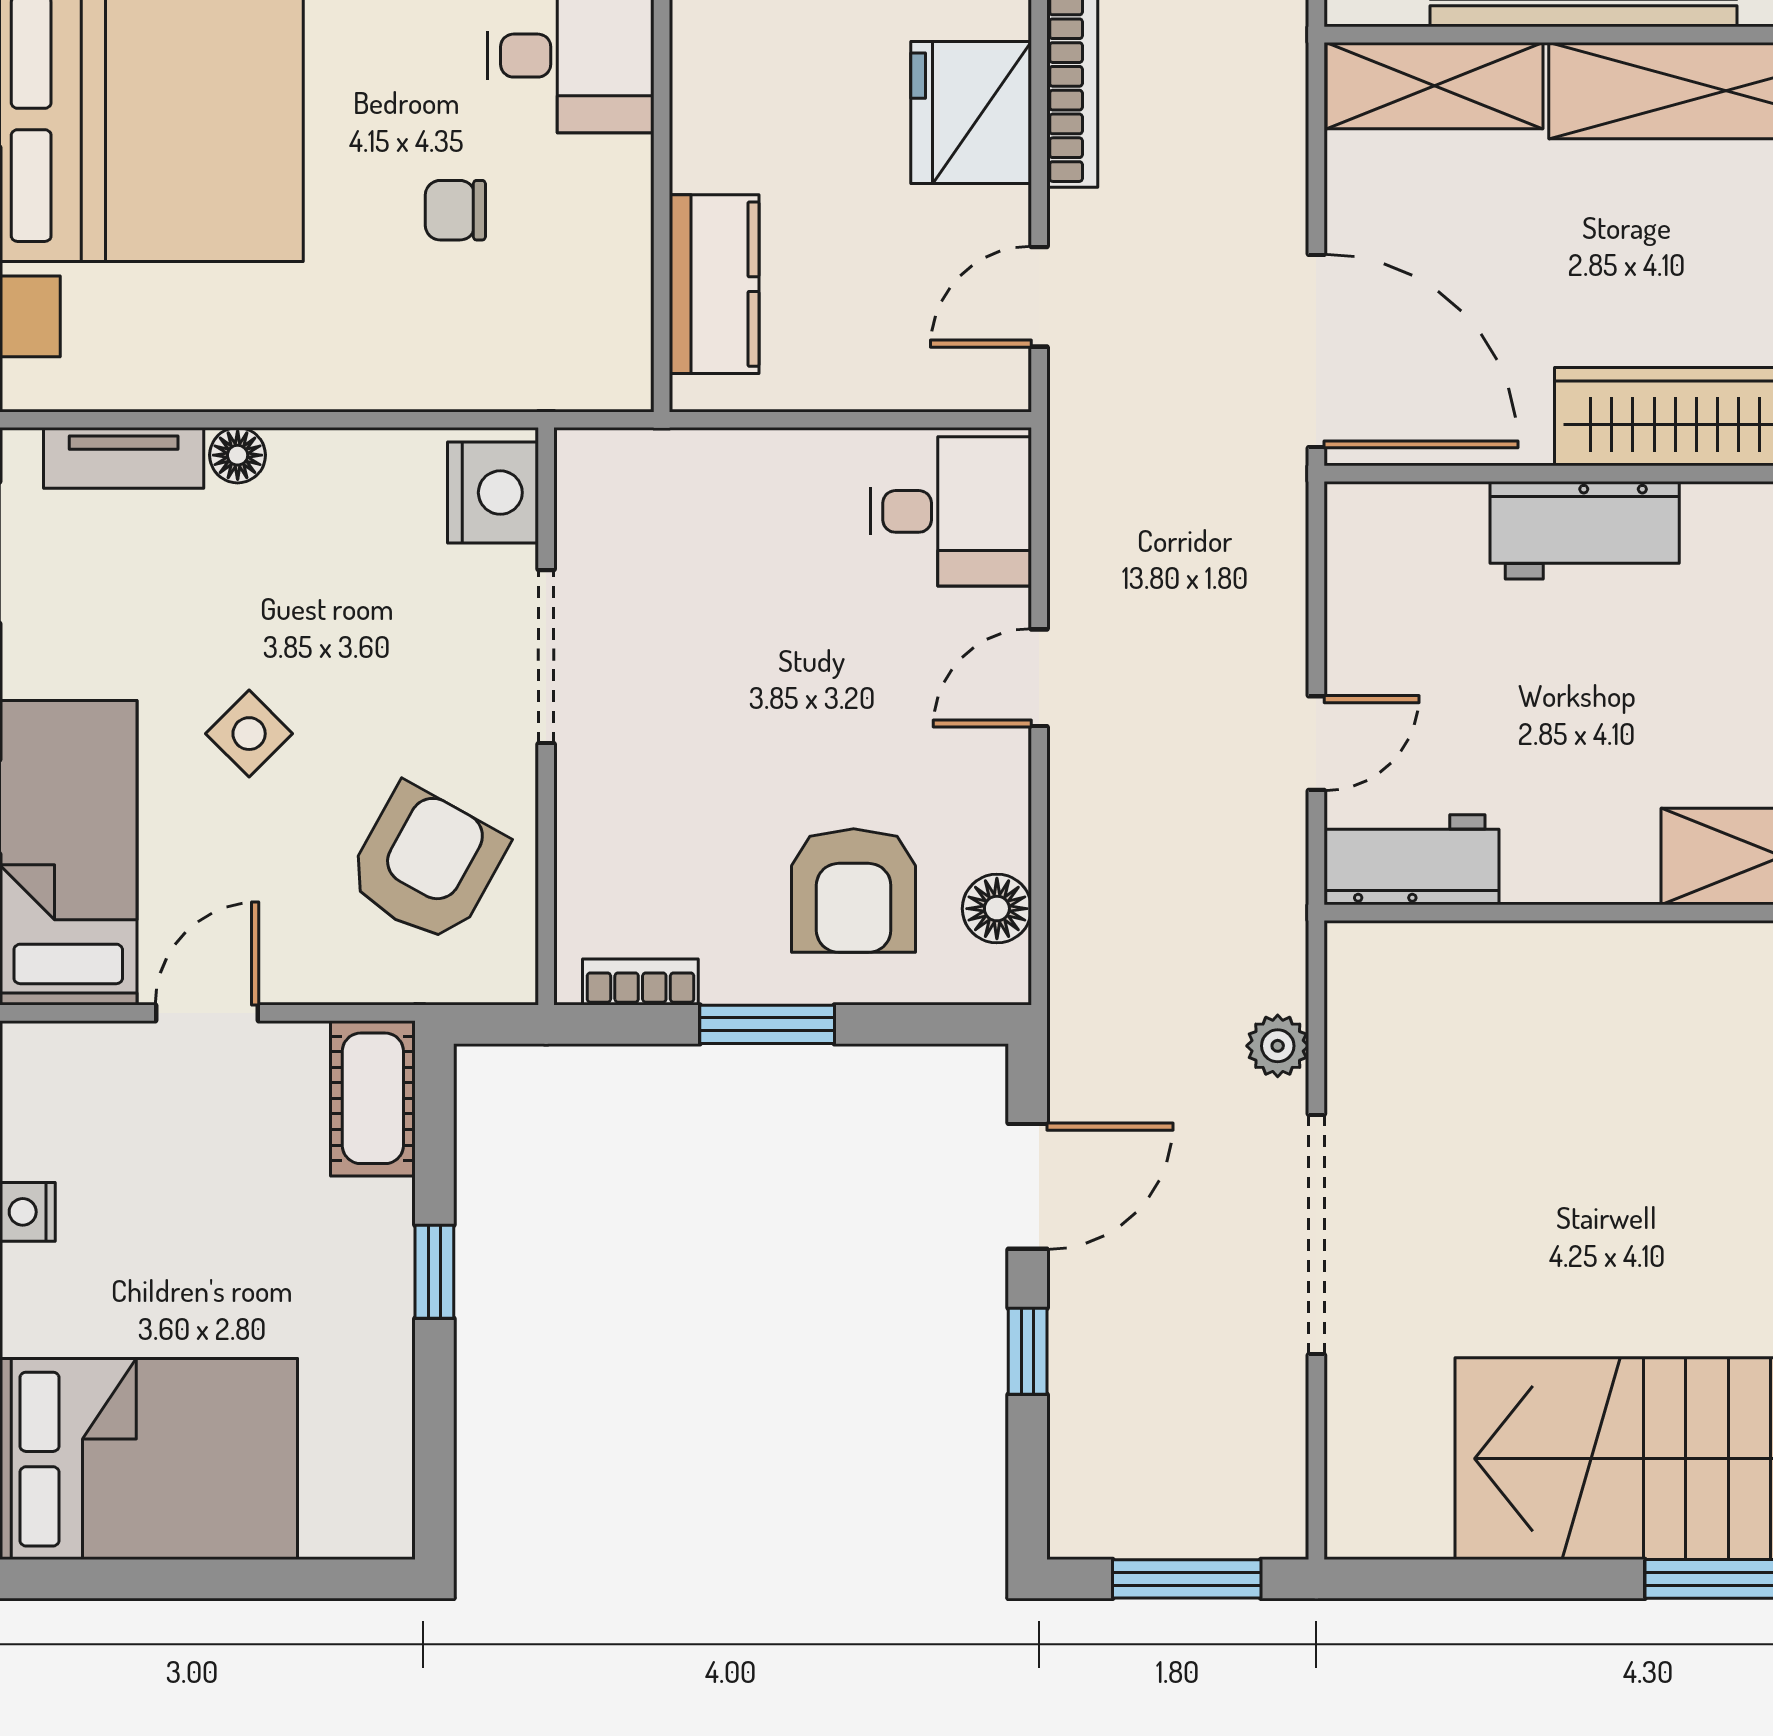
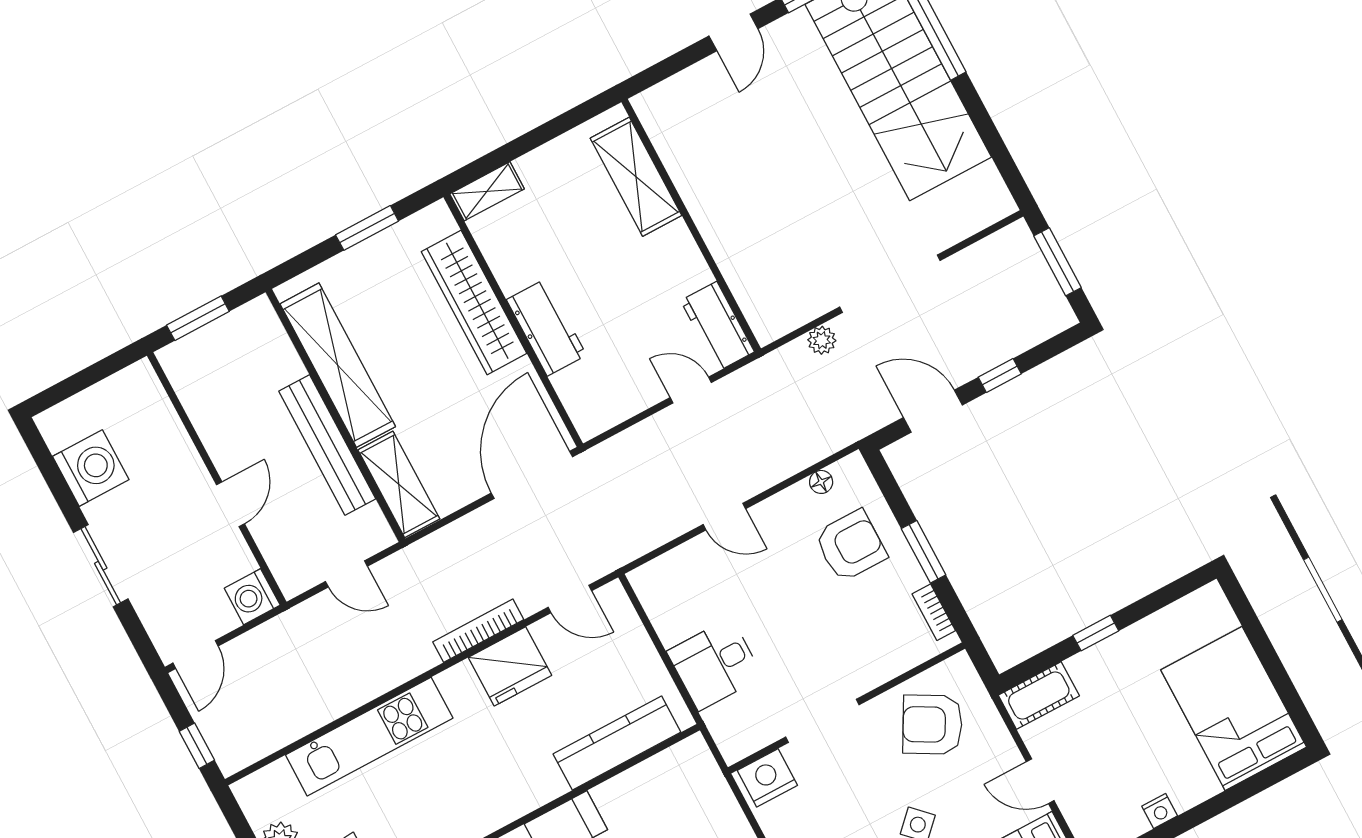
kitchen counter: (714, 284) -> (617, 743), width x1.50
desk: (951, 511) -> (715, 664), moved, turned -90
floor lamp: (997, 909) -> (821, 482), width x0.73, depth x0.73

